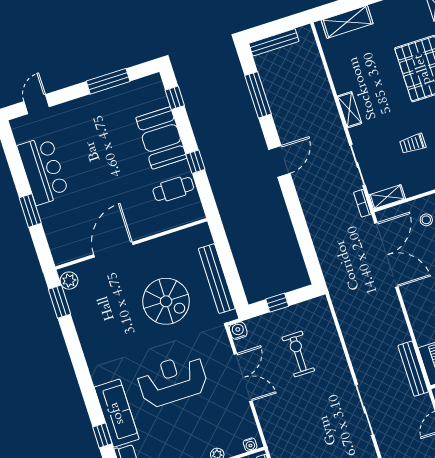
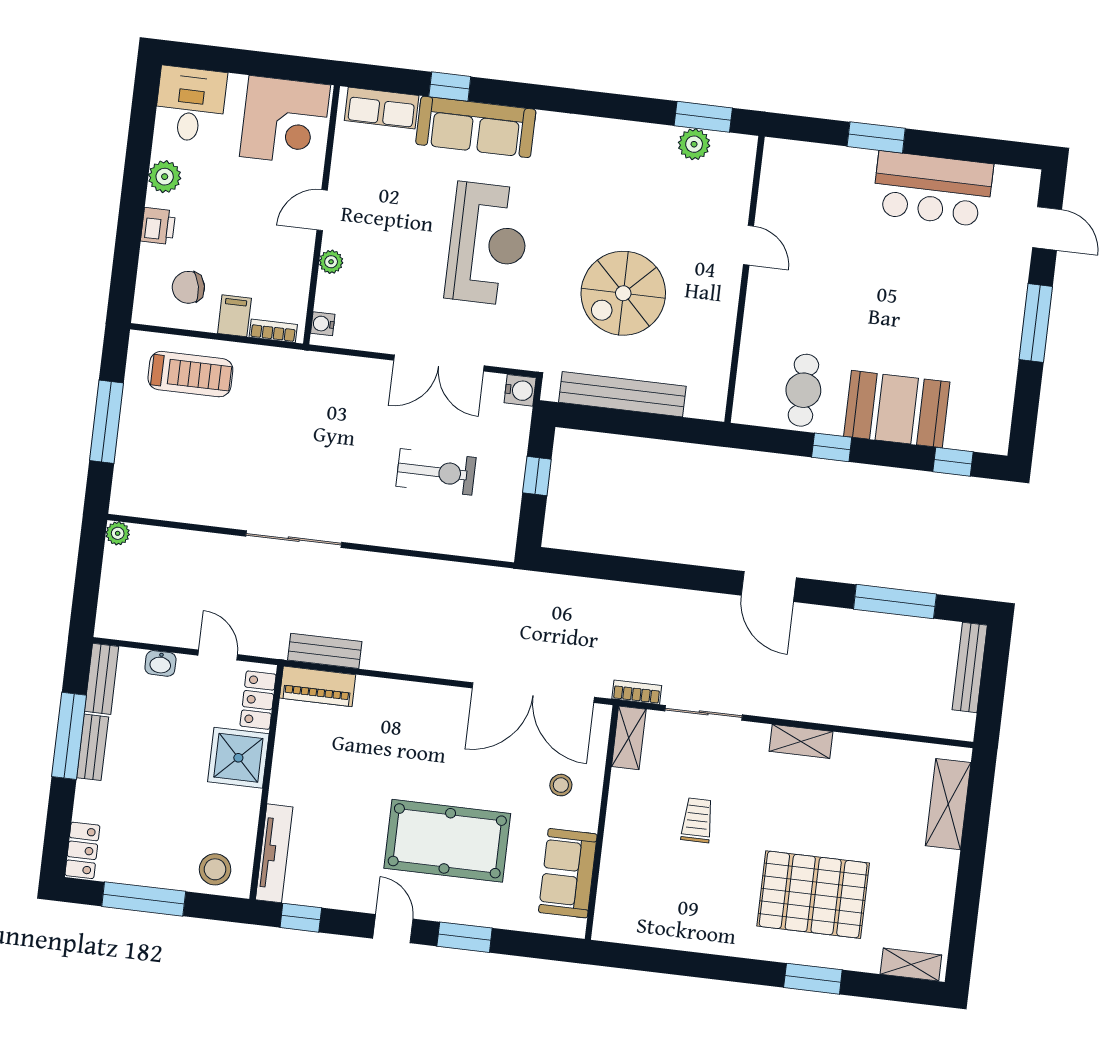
window: (108, 81) -> (1036, 323), moved
door: (113, 250) -> (749, 245), width x0.53
plant: (69, 281) -> (694, 144), moved
bench: (413, 369) -> (325, 651), width x0.73

